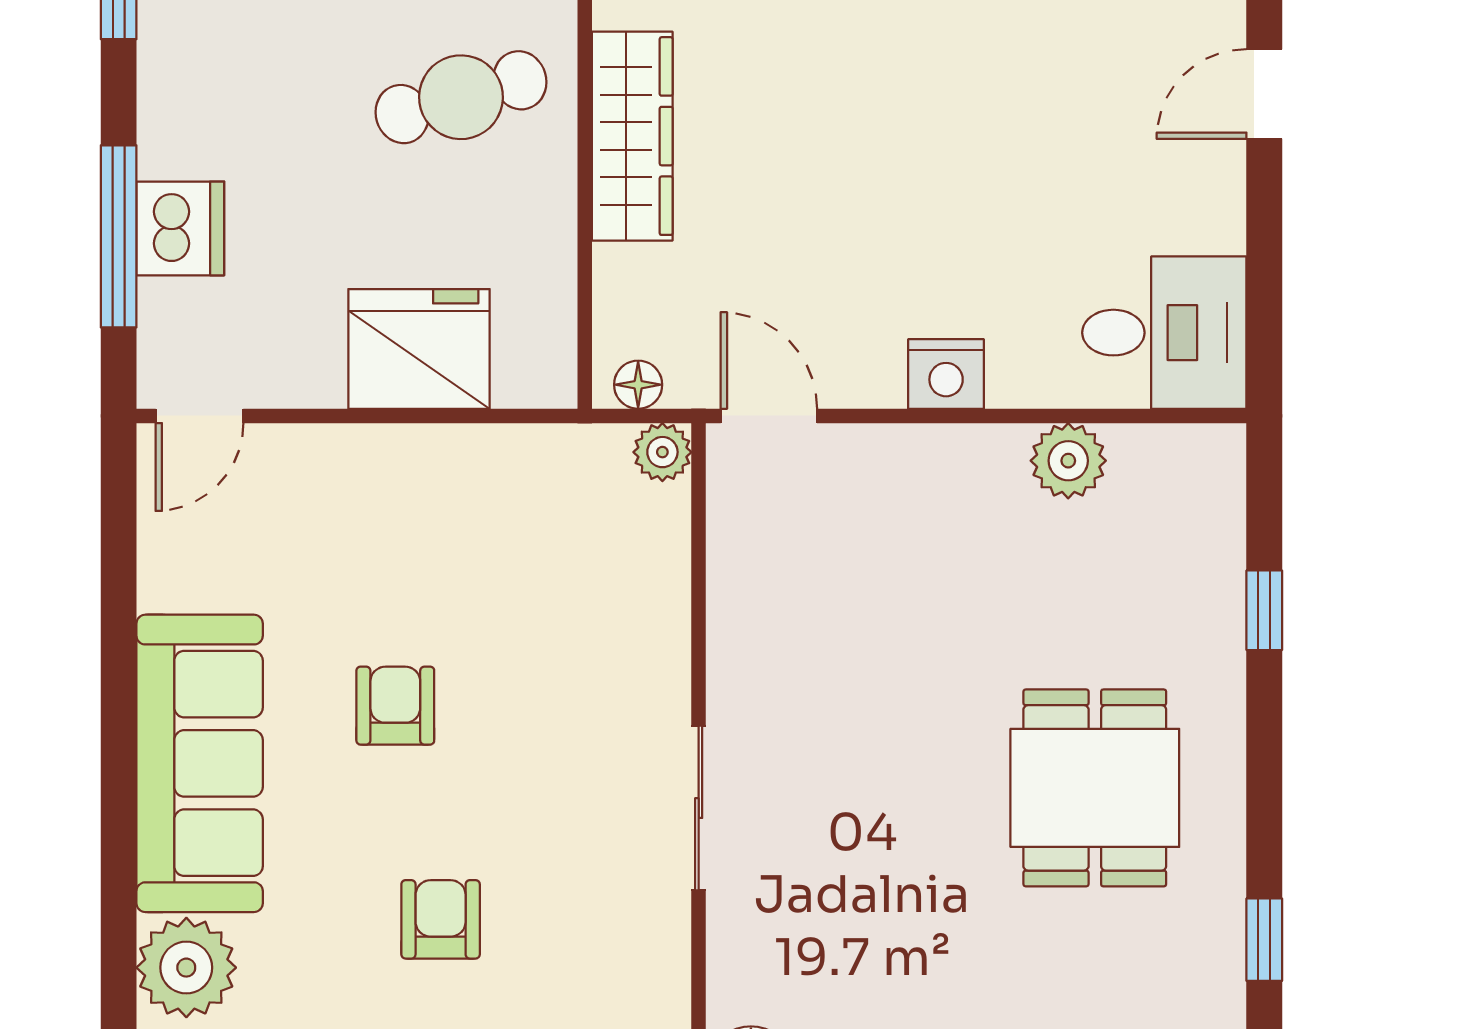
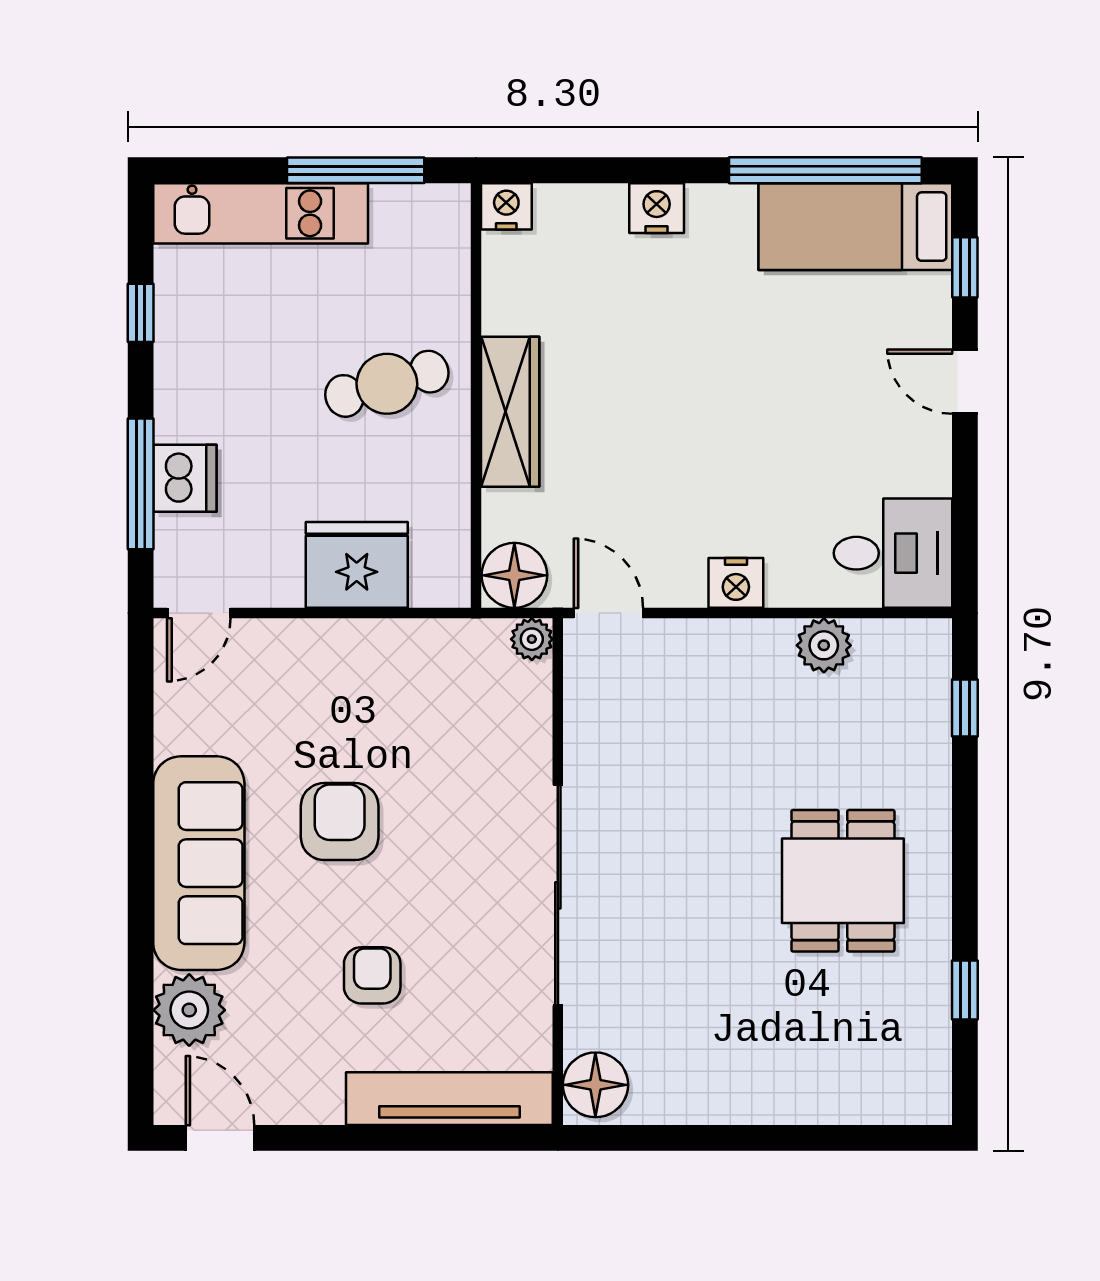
door: (1264, 94) -> (965, 382), hinge flipped
floor lamp: (638, 385) -> (514, 575), width x1.89, depth x1.89
window: (1264, 610) -> (965, 708), moved
armchair: (395, 706) -> (340, 822), width x1.38, depth x1.38
sliding door: (699, 808) -> (558, 895), width x1.86

